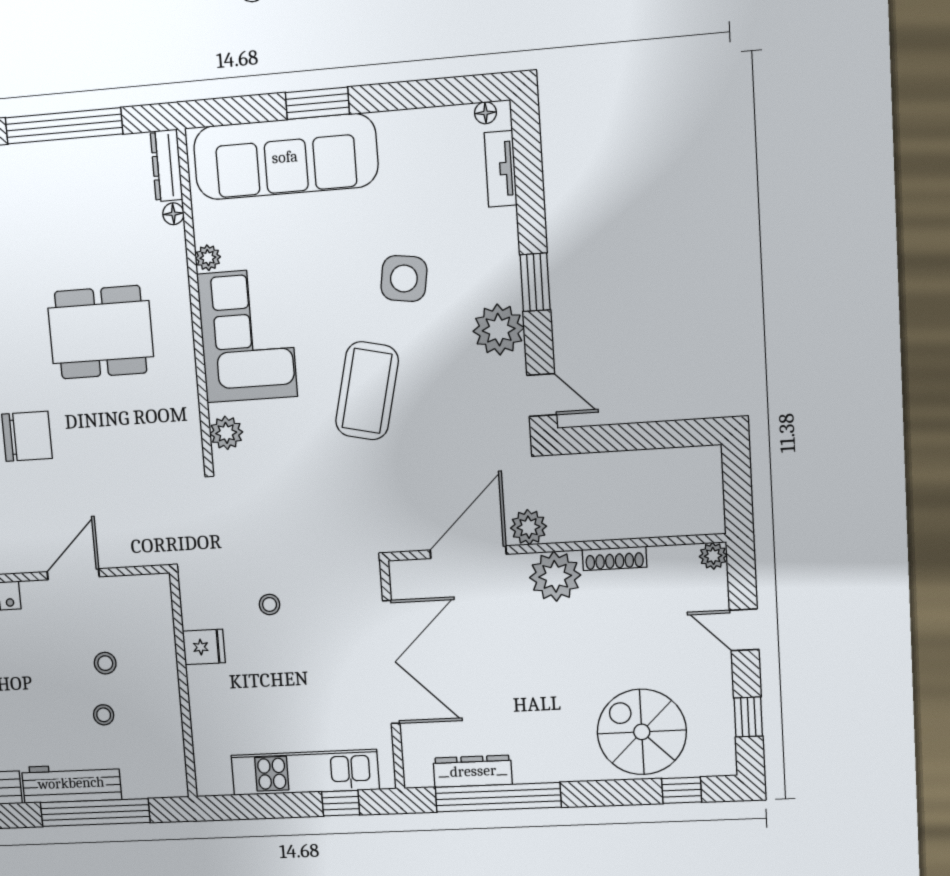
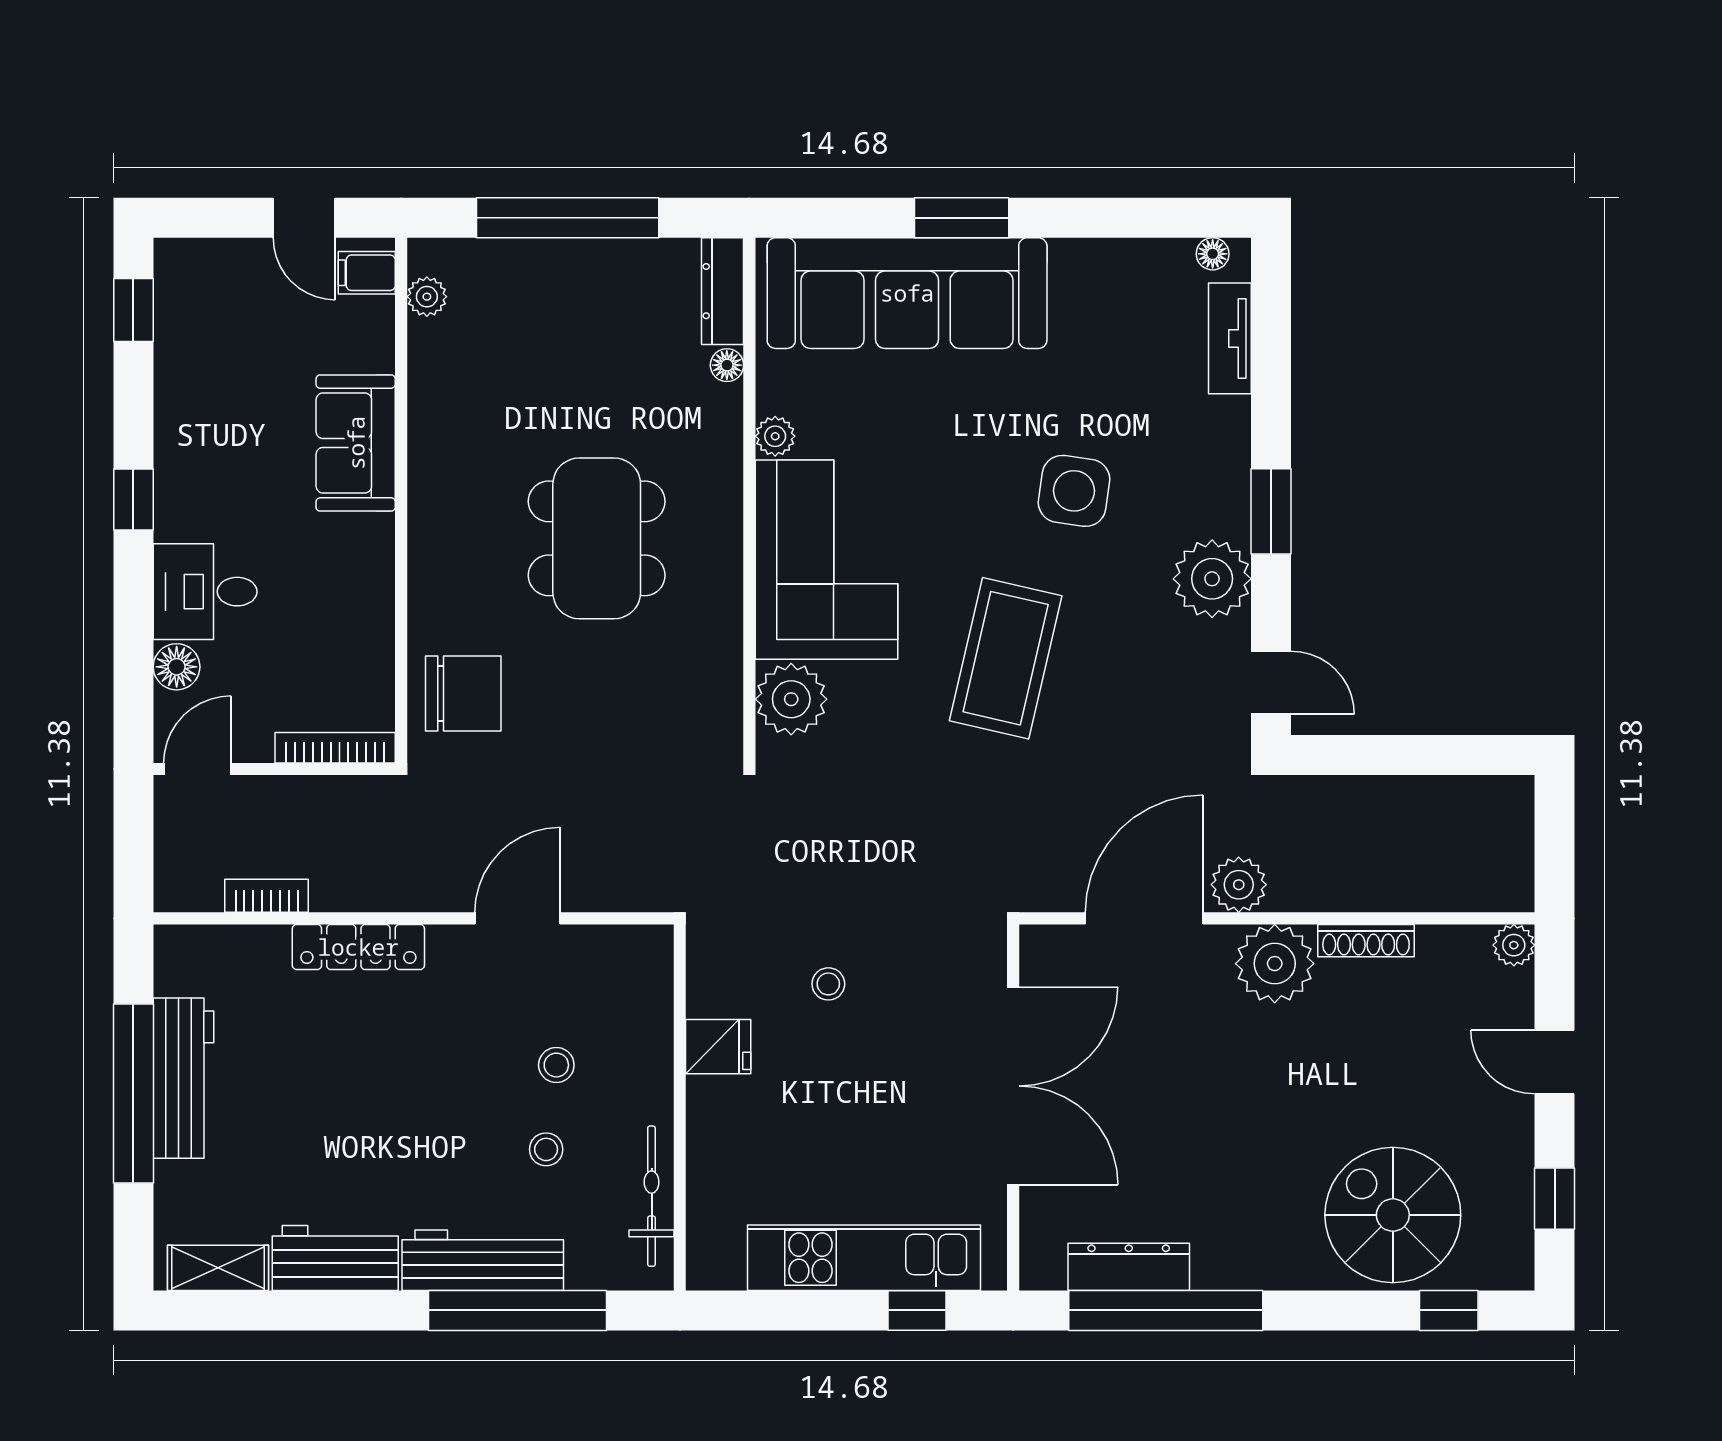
dining table: (101, 332) -> (597, 538), turned 90
plant: (226, 433) -> (791, 699), width x1.36, depth x1.36
bicycle: (171, 740) -> (652, 1196), added

